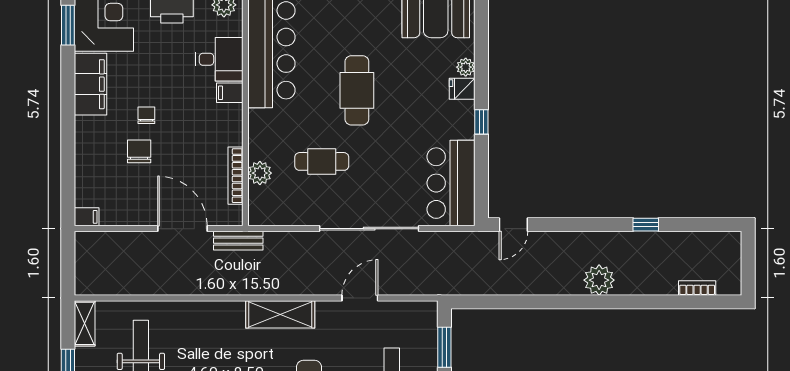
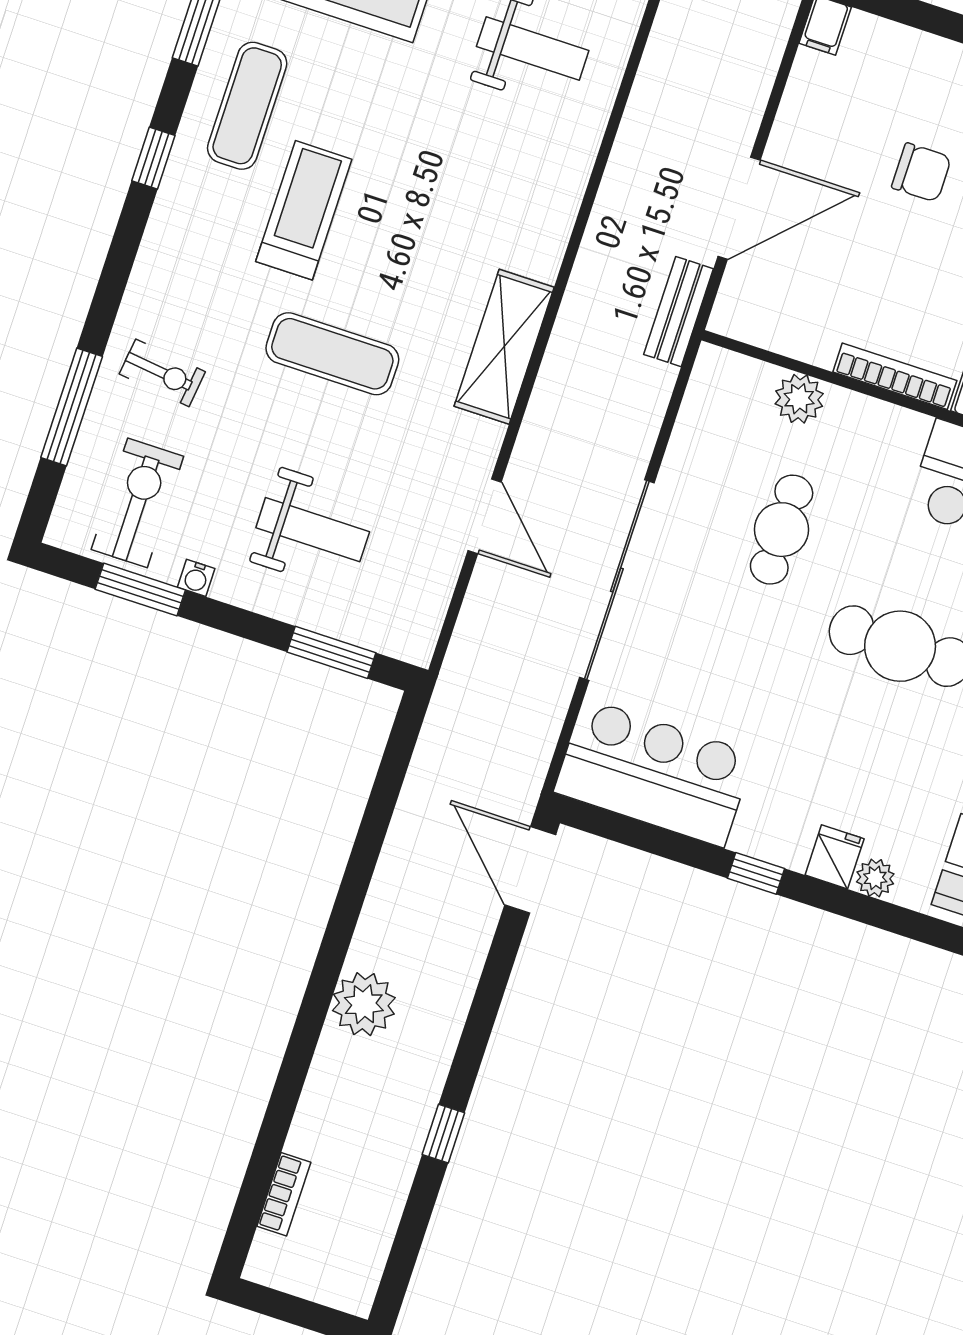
bookcase: (235, 176) -> (895, 376), moved
door: (513, 225) -> (530, 870), width x1.37

